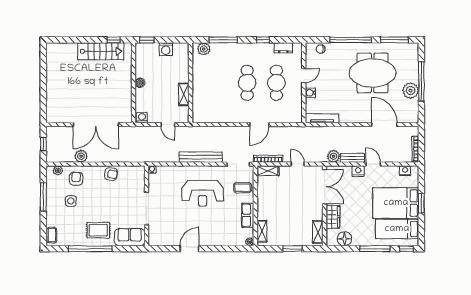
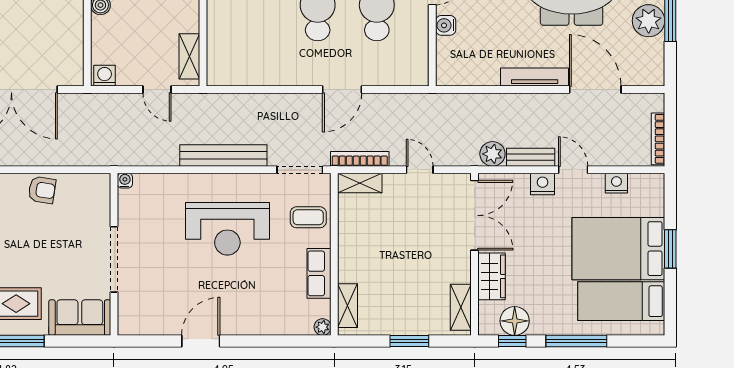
shelving: (184, 94) -> (189, 56), moved
tv unit: (322, 118) -> (535, 77), moved
nightstand: (405, 171) -> (616, 183), moved
window: (406, 249) -> (512, 341), moved

